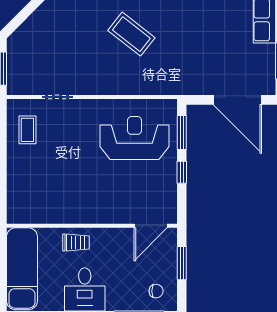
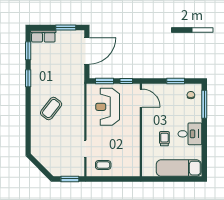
wall: (92, 226) -> (141, 130), moved
door: (151, 226) -> (141, 98), moved

